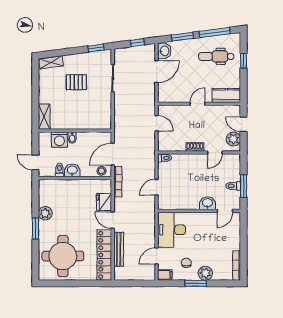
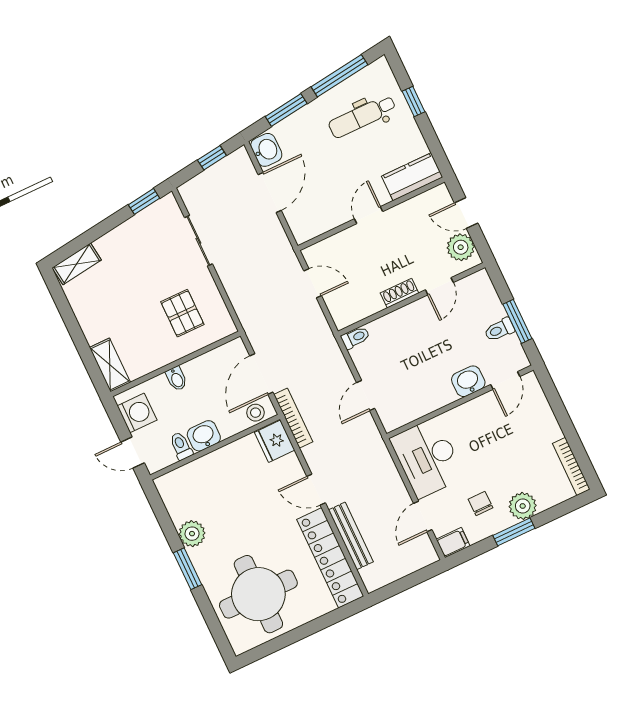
pallet: (76, 82) -> (182, 313), moved, turned 90
washing machine: (59, 140) -> (137, 413), moved, turned -90
fridge: (104, 202) -> (275, 441), moved

